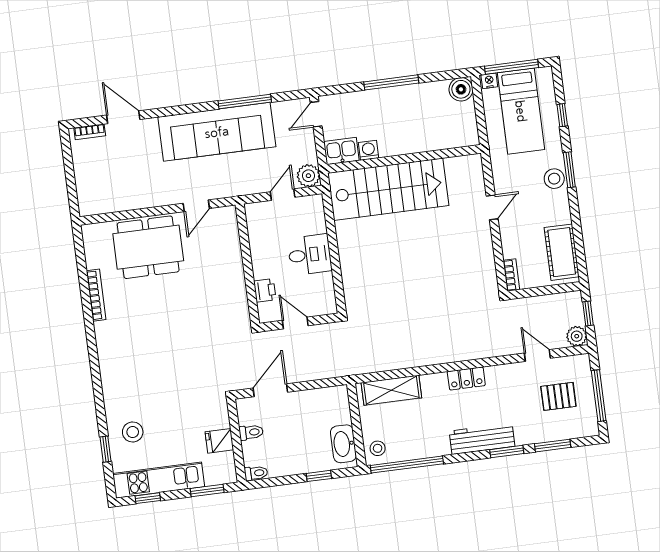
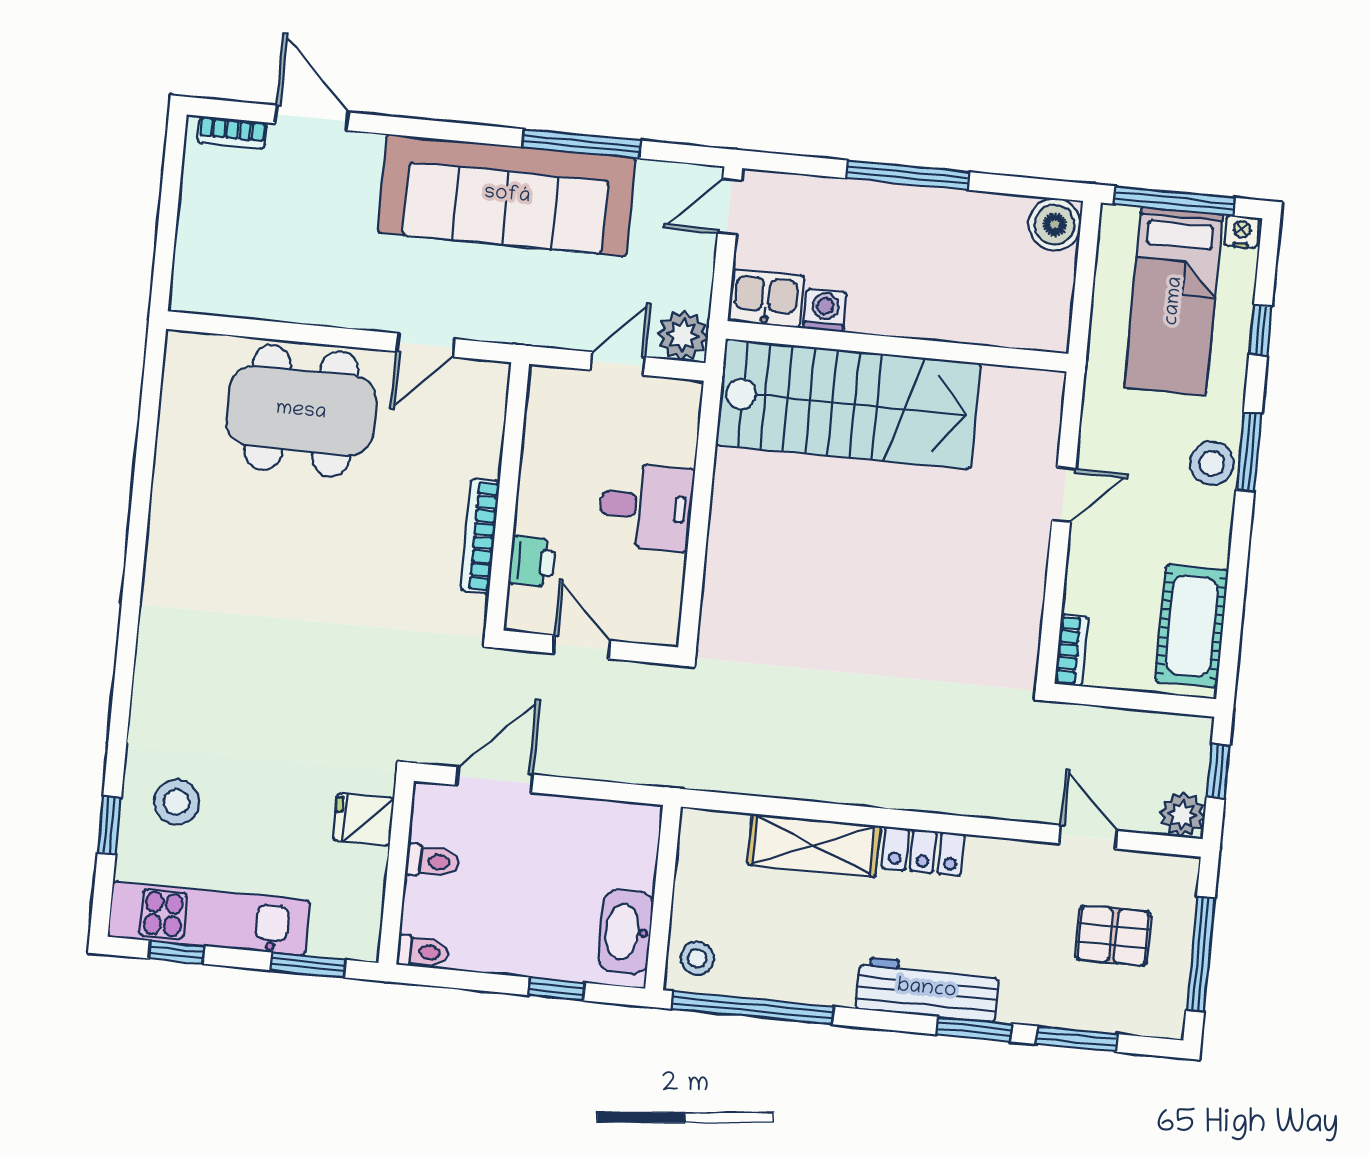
nightstand: (489, 81) -> (1242, 232), moved
bookcase: (96, 295) -> (480, 536), moved, turned 180
shelving: (391, 390) -> (814, 845), moved
fridge: (219, 441) -> (364, 819), moved

